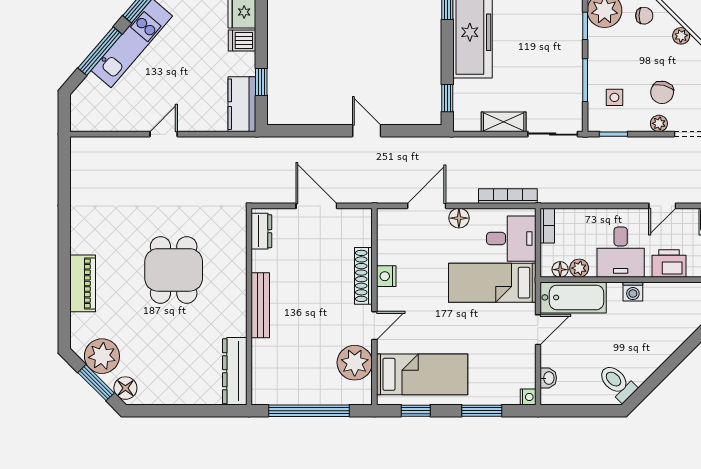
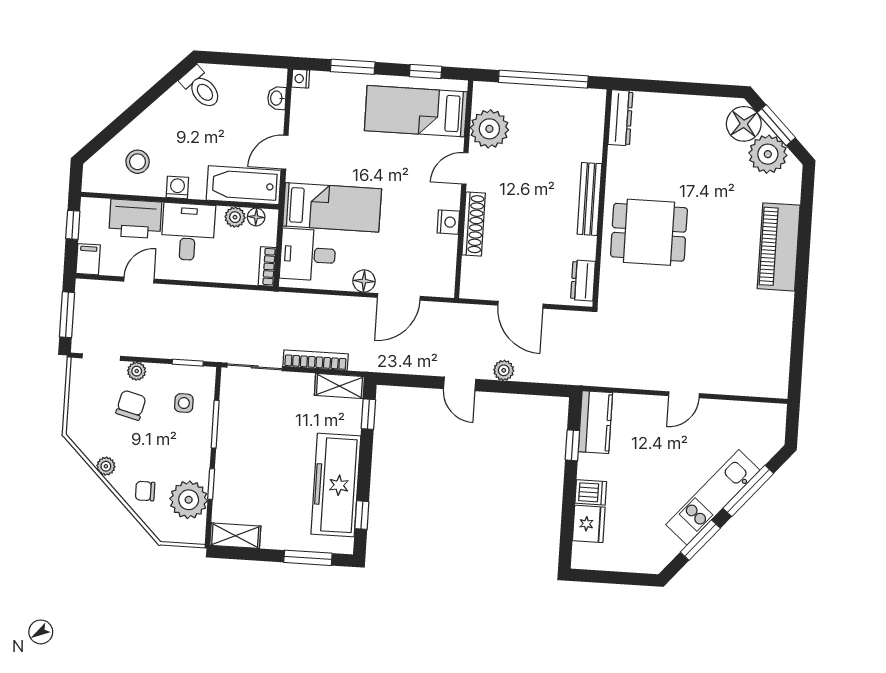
shelving: (504, 122) -> (339, 386), moved
plant: (328, 146) -> (504, 370), added
bookcase: (508, 196) -> (316, 360), moved, turned 180
printer: (669, 264) -> (135, 219), width x1.37, depth x1.19
dining table: (174, 270) -> (649, 232), moved, turned 90
piano: (83, 283) -> (779, 247), width x1.37, depth x1.33
stool: (670, 312) -> (138, 162), added
dresser: (235, 371) -> (620, 118), width x0.73, depth x0.80
floor lamp: (125, 388) -> (744, 124), width x1.38, depth x1.38

